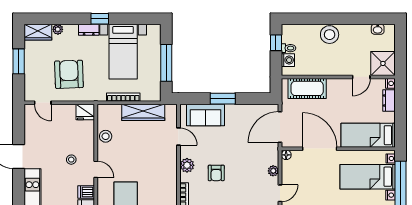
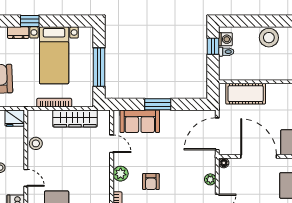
washing machine: (288, 60) -> (225, 39), moved

